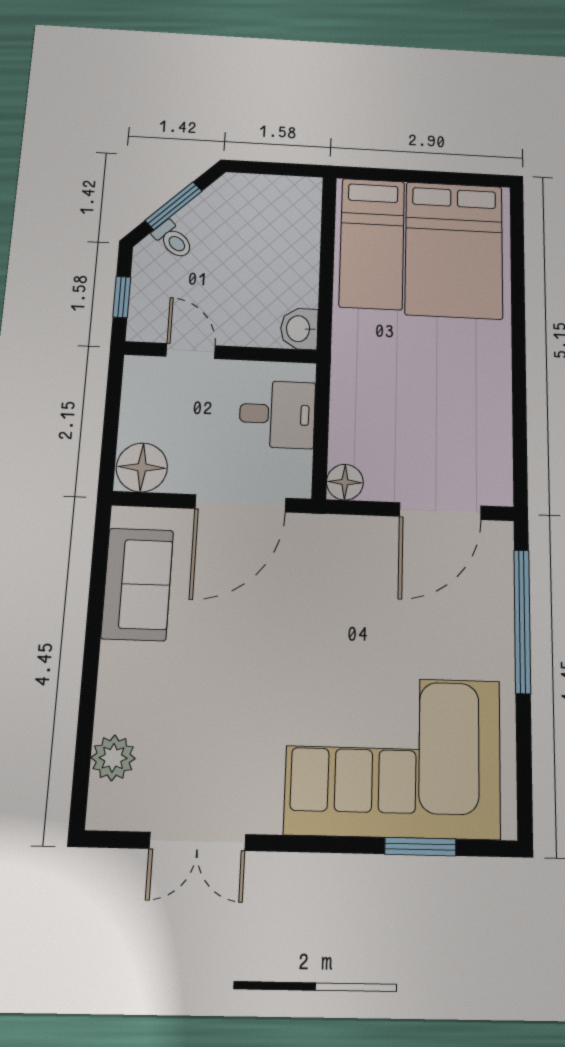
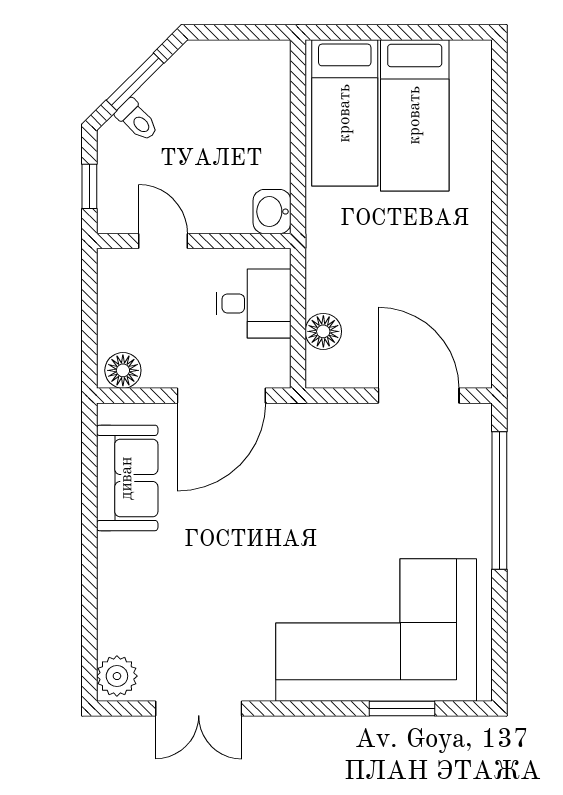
bed: (454, 250) -> (415, 115), width x0.67
floor lamp: (142, 467) -> (123, 370), width x0.73, depth x0.73
floor lamp: (345, 482) -> (323, 331), moved
door: (440, 511) -> (419, 396), swing flipped
plant: (113, 758) -> (117, 676), moved

